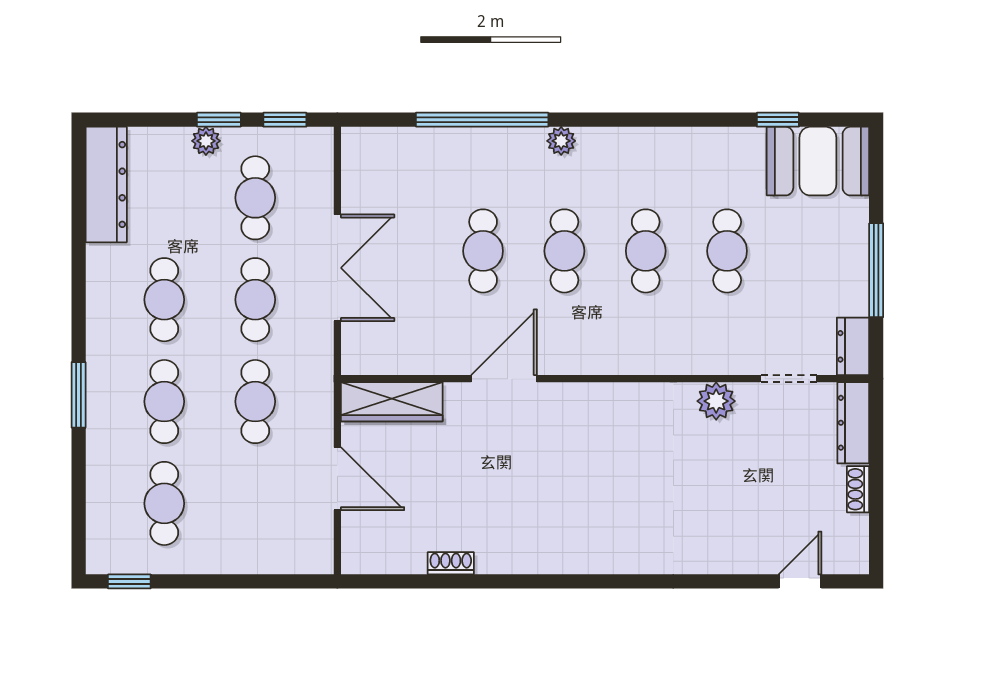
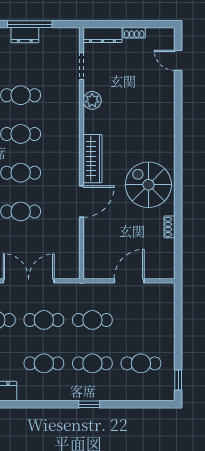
dresser: (853, 346) -> (25, 35), moved
door: (504, 379) -> (81, 201), swing flipped
window: (79, 395) -> (89, 404), width x0.67
wardrobe: (392, 402) -> (92, 159), moved
spiral stairs: (539, 519) -> (148, 185), added

